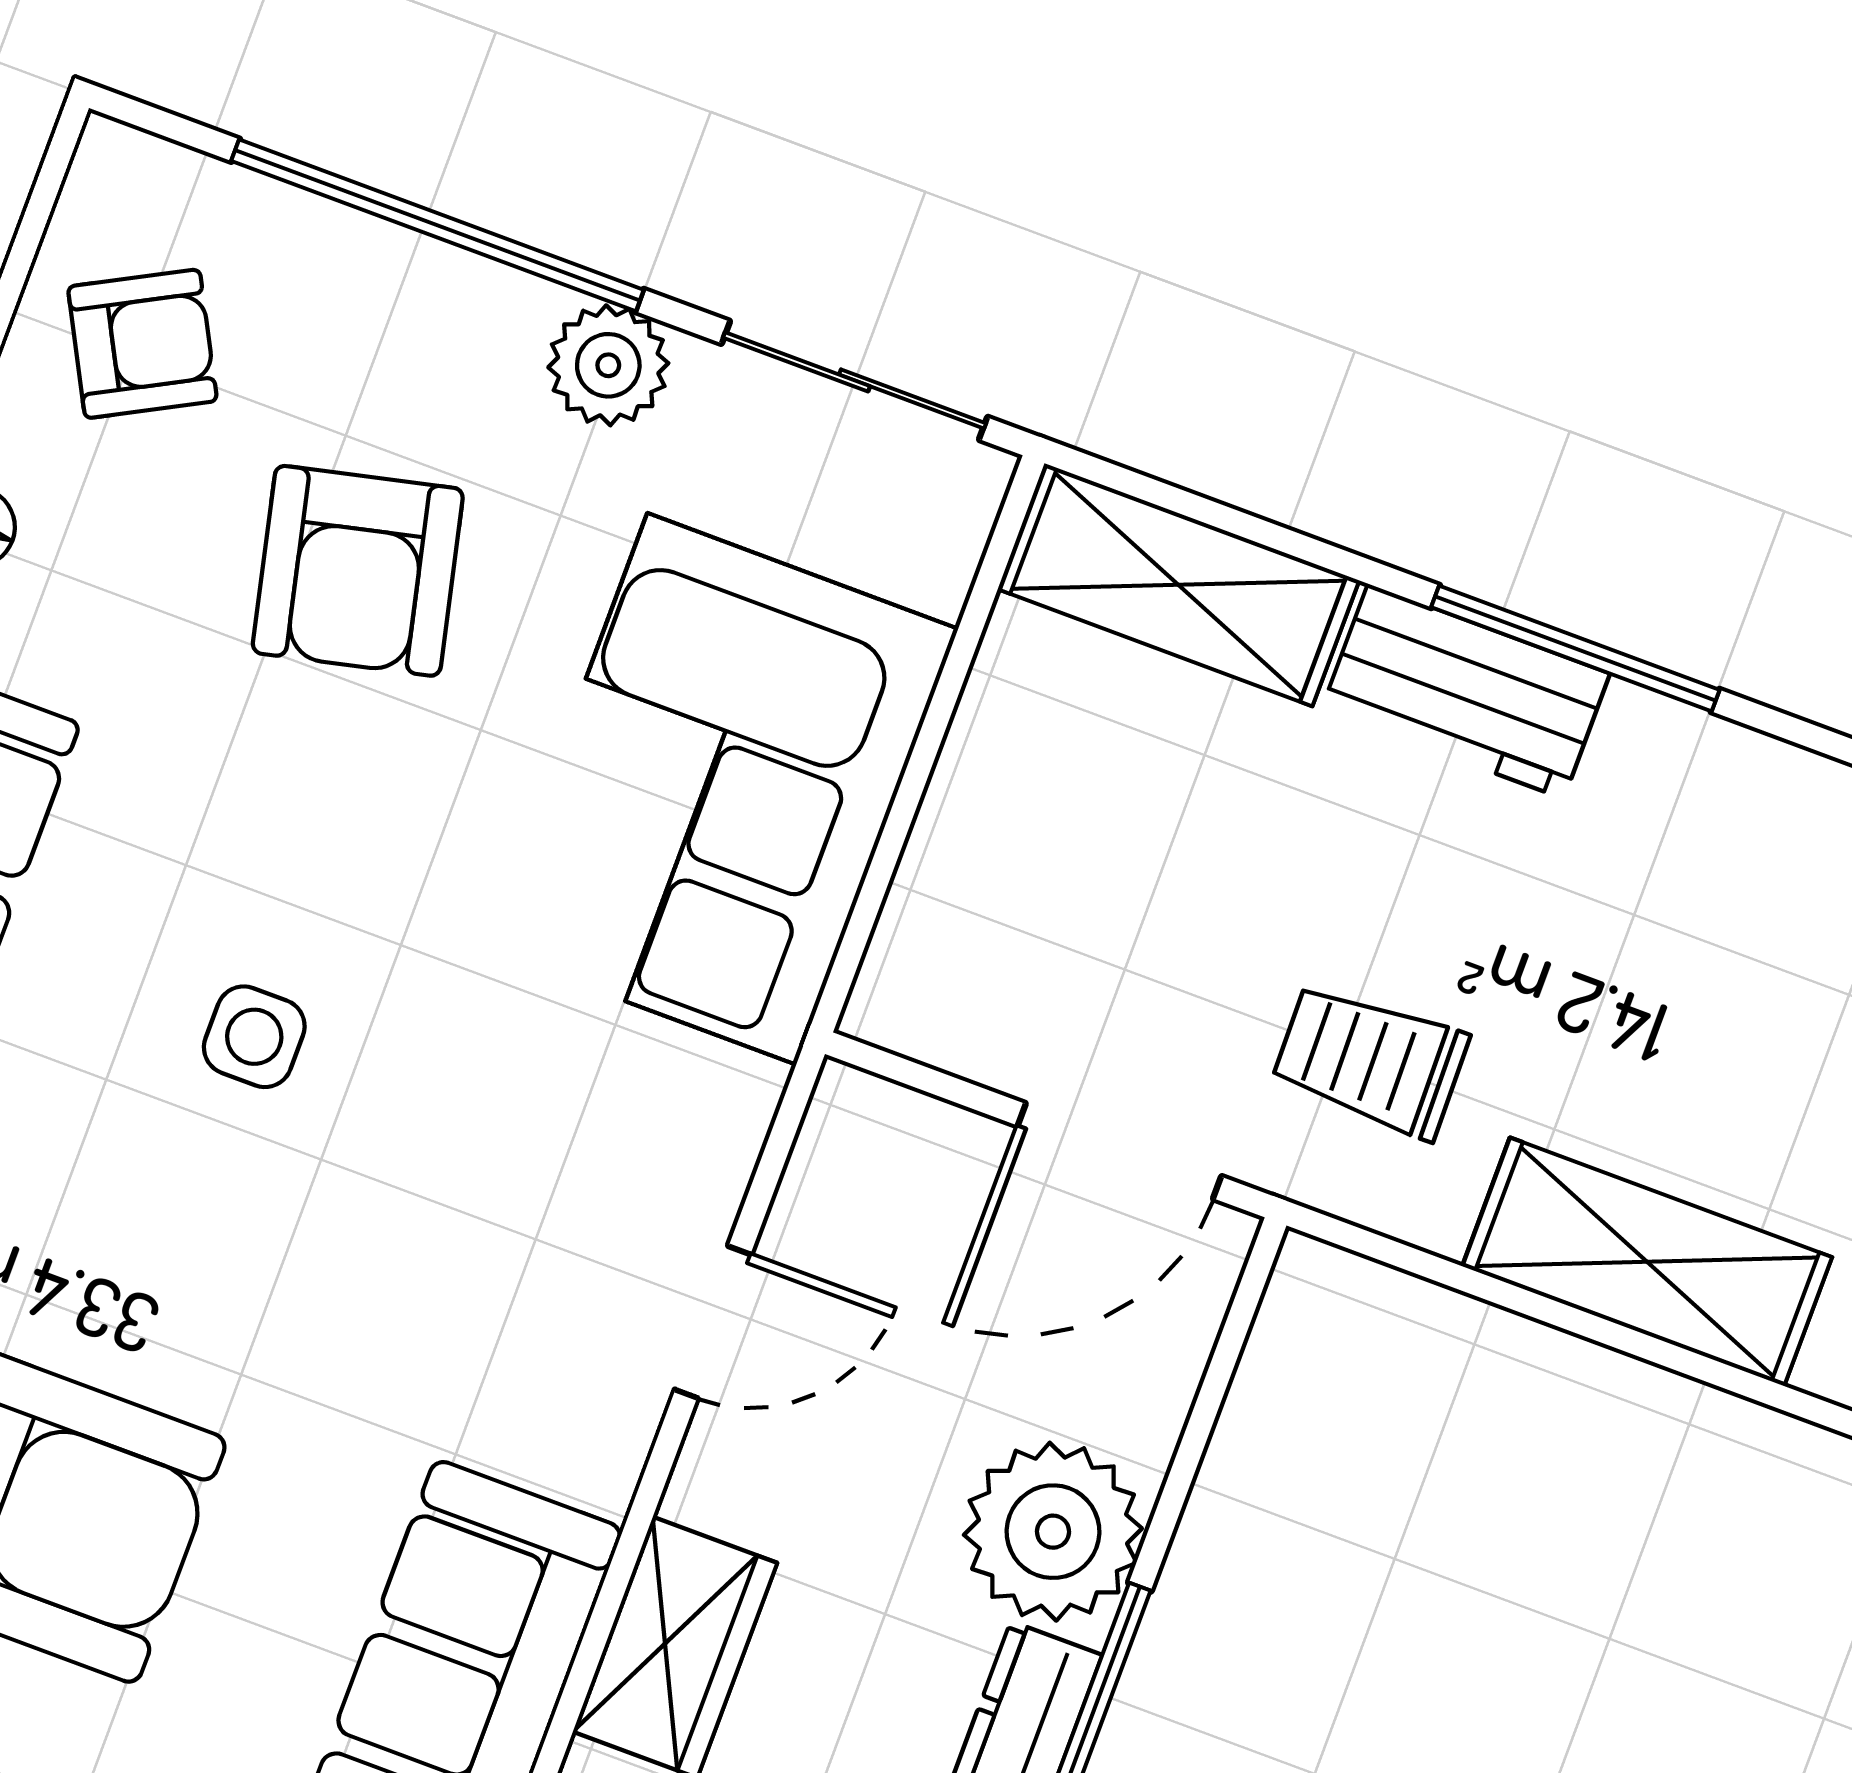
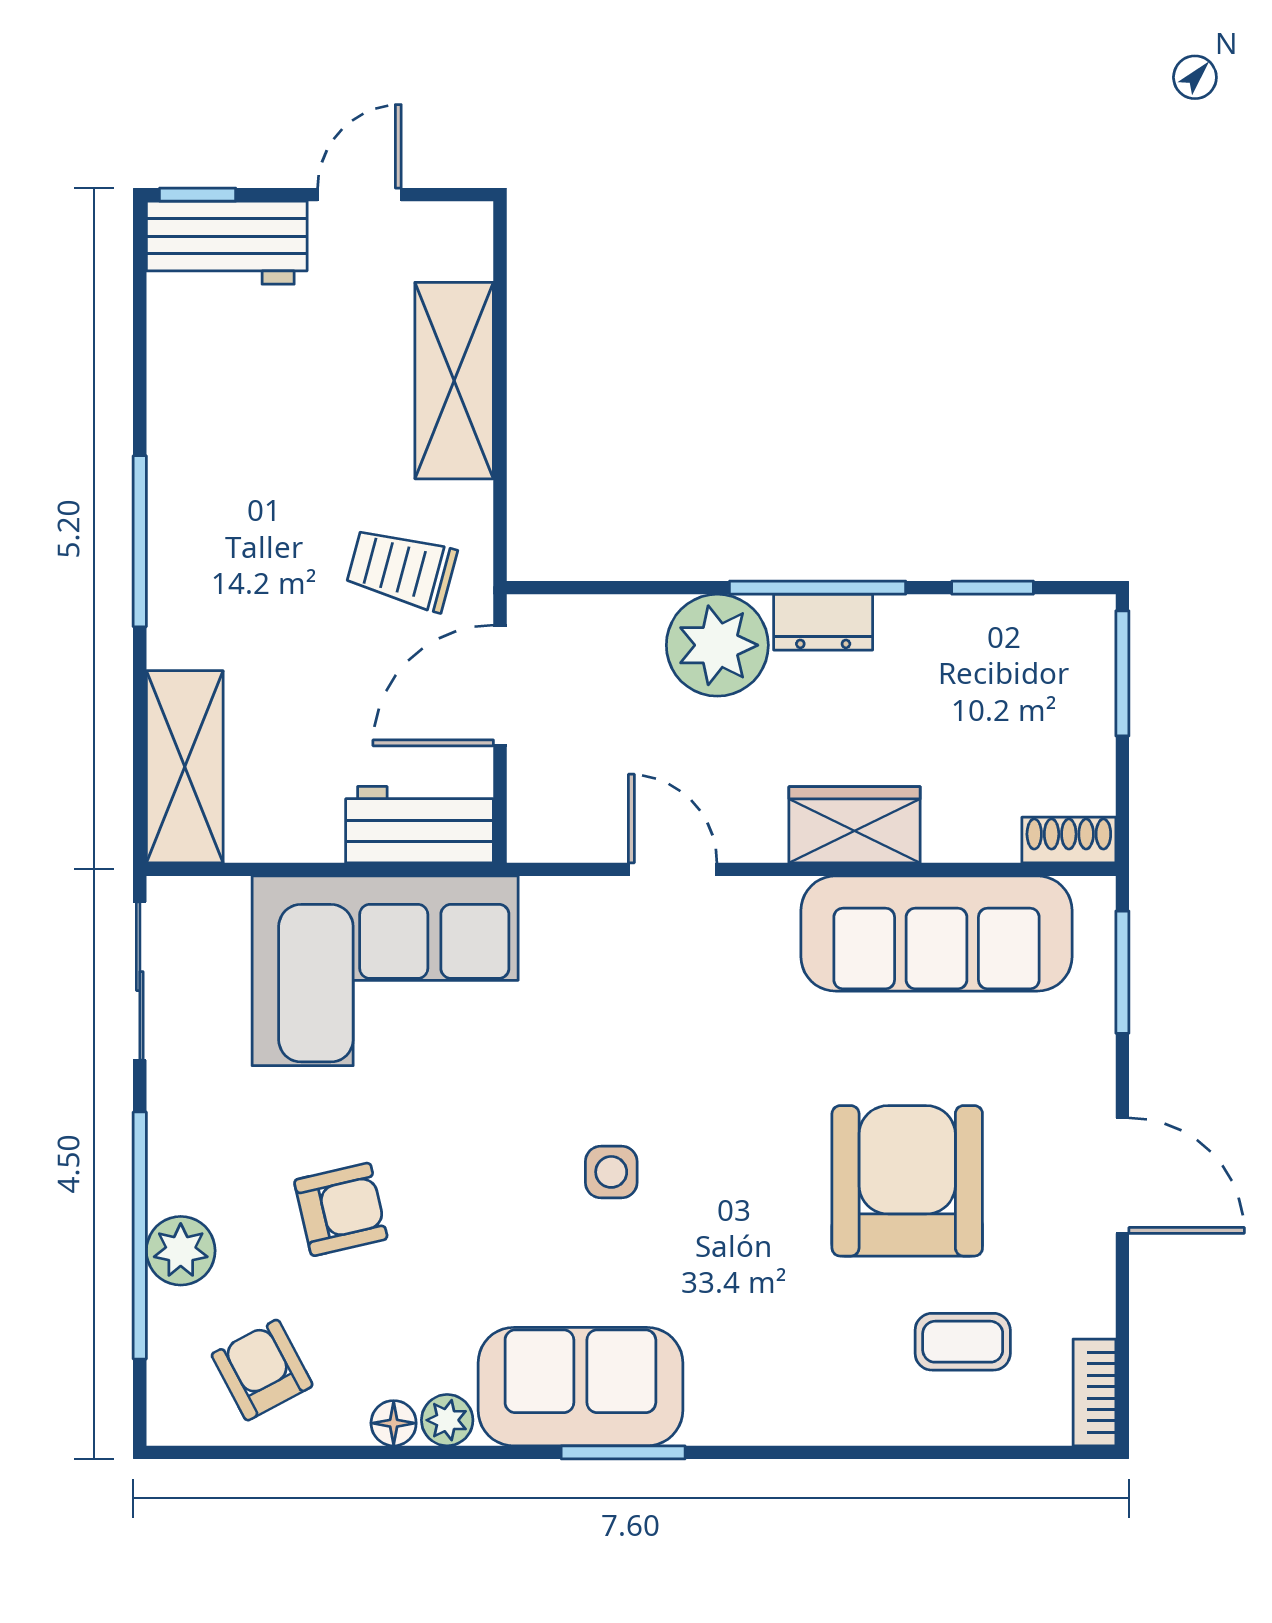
plant: (608, 365) -> (181, 1251), moved
armchair: (358, 571) -> (341, 1209), width x0.72, depth x0.72
workbench: (1466, 691) -> (420, 825), moved, turned -90
trolley: (1370, 1060) -> (401, 569), turned 106
door: (1119, 1151) -> (500, 686), swing flipped

